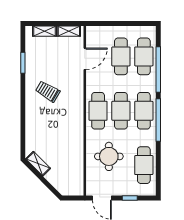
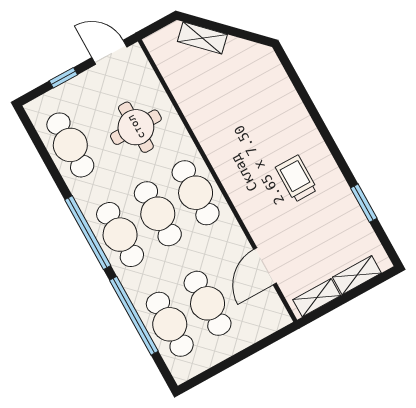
trolley: (48, 91) -> (296, 179), turned -121
shelving: (38, 164) -> (202, 38), moved

